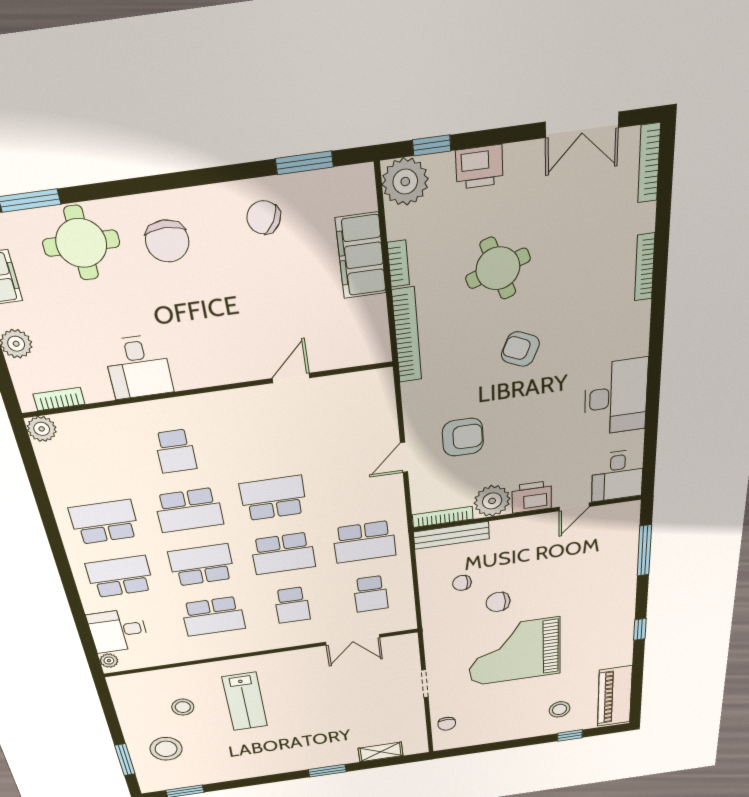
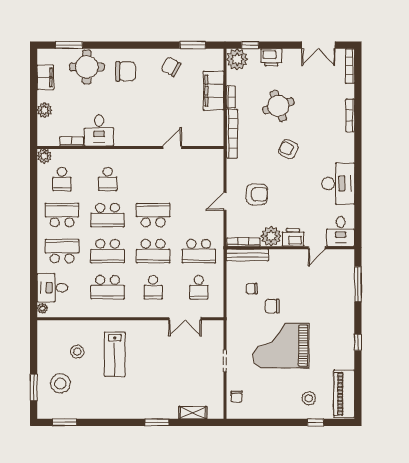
chair: (167, 241) -> (125, 71), turned -90
bookcase: (59, 399) -> (72, 141), moved
school desk: (88, 463) -> (62, 179), added
school desk: (202, 565) -> (108, 251), turned 180

